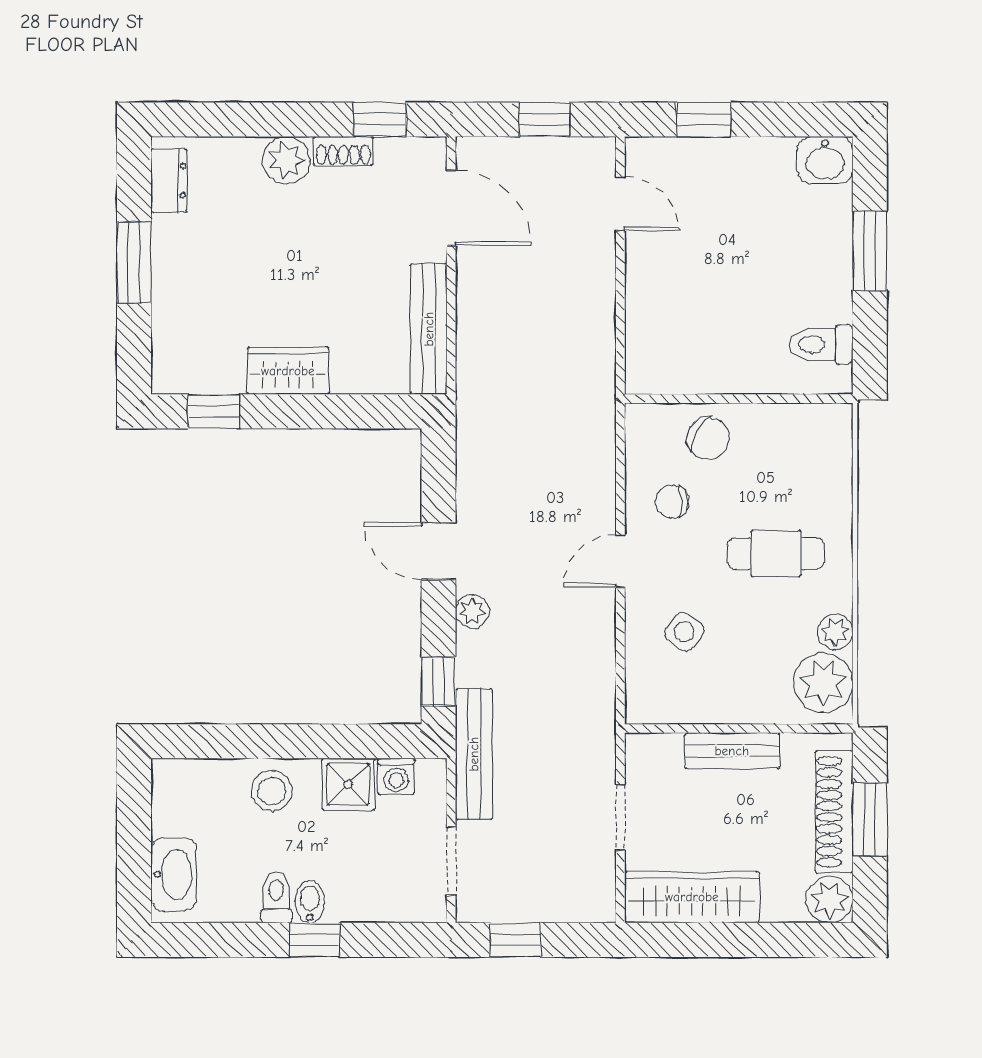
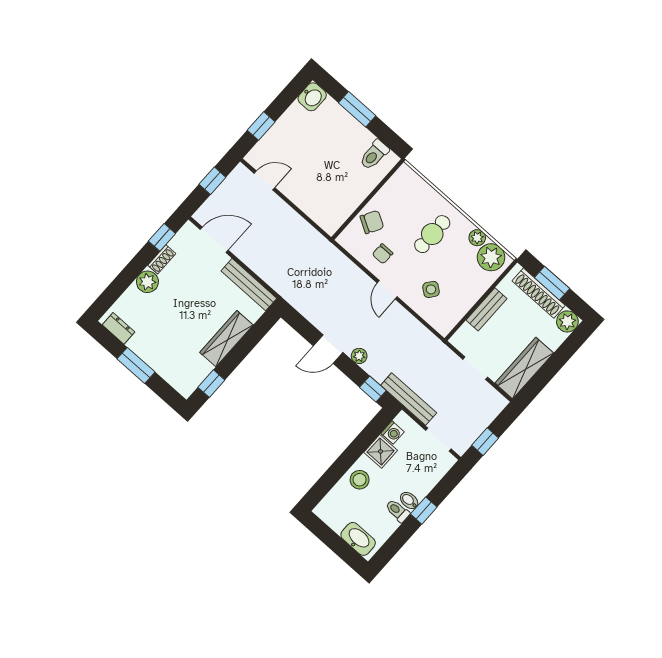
wardrobe: (288, 371) -> (226, 339), width x1.50

